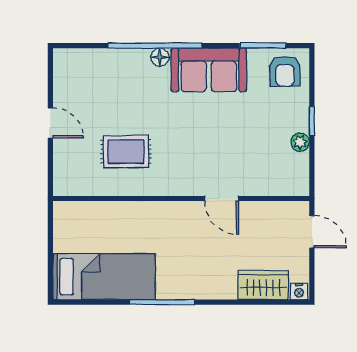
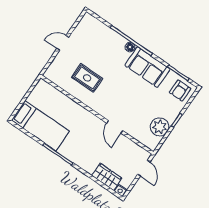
door: (50, 123) -> (63, 43), swing flipped
plant: (300, 142) -> (160, 127), width x1.88, depth x1.88

